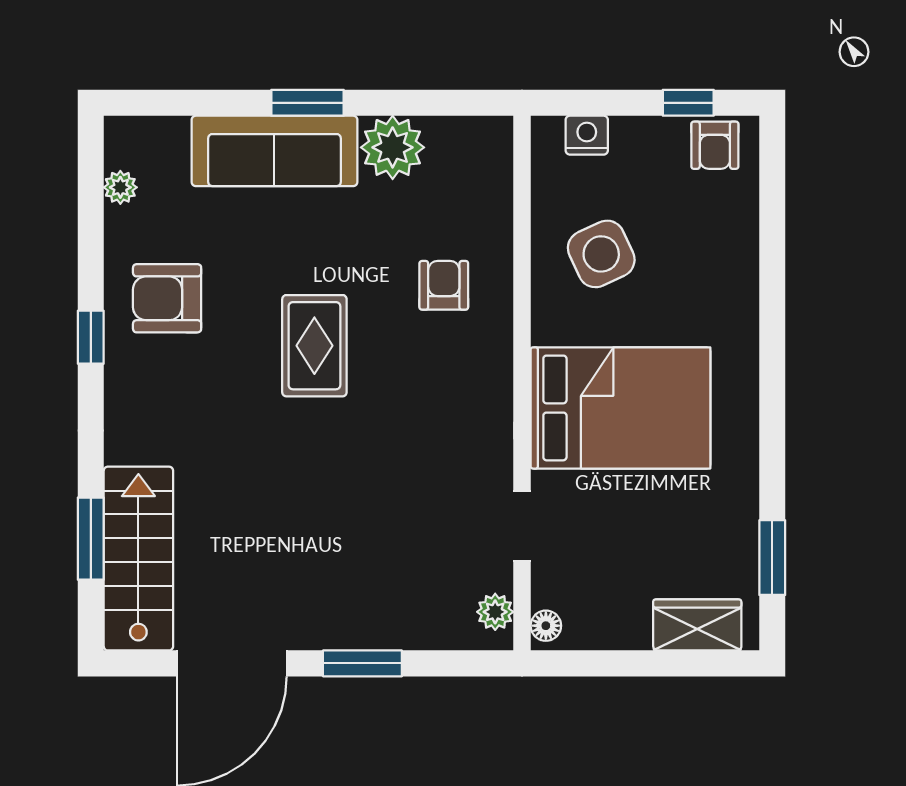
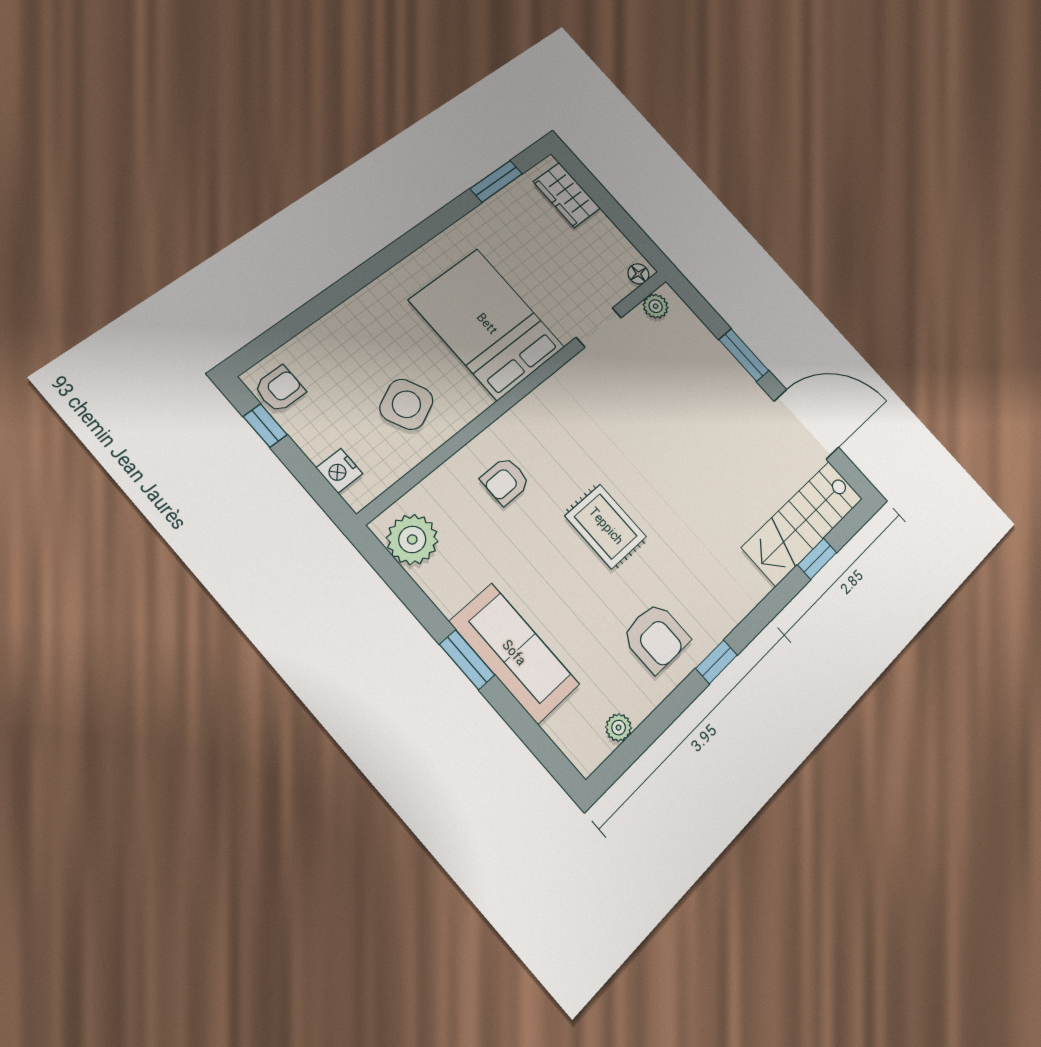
plant: (393, 147) -> (412, 539), moved
rug: (314, 346) -> (606, 526), turned 90
window: (91, 539) -> (817, 559), width x0.67

